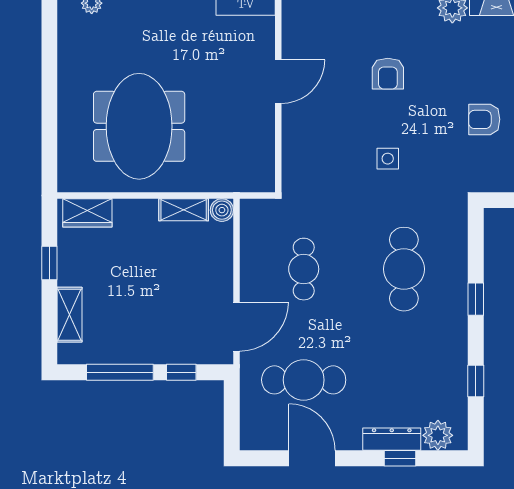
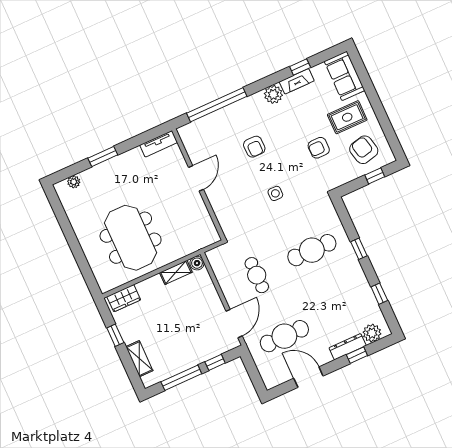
cafe table: (404, 269) -> (312, 250), turned 90

